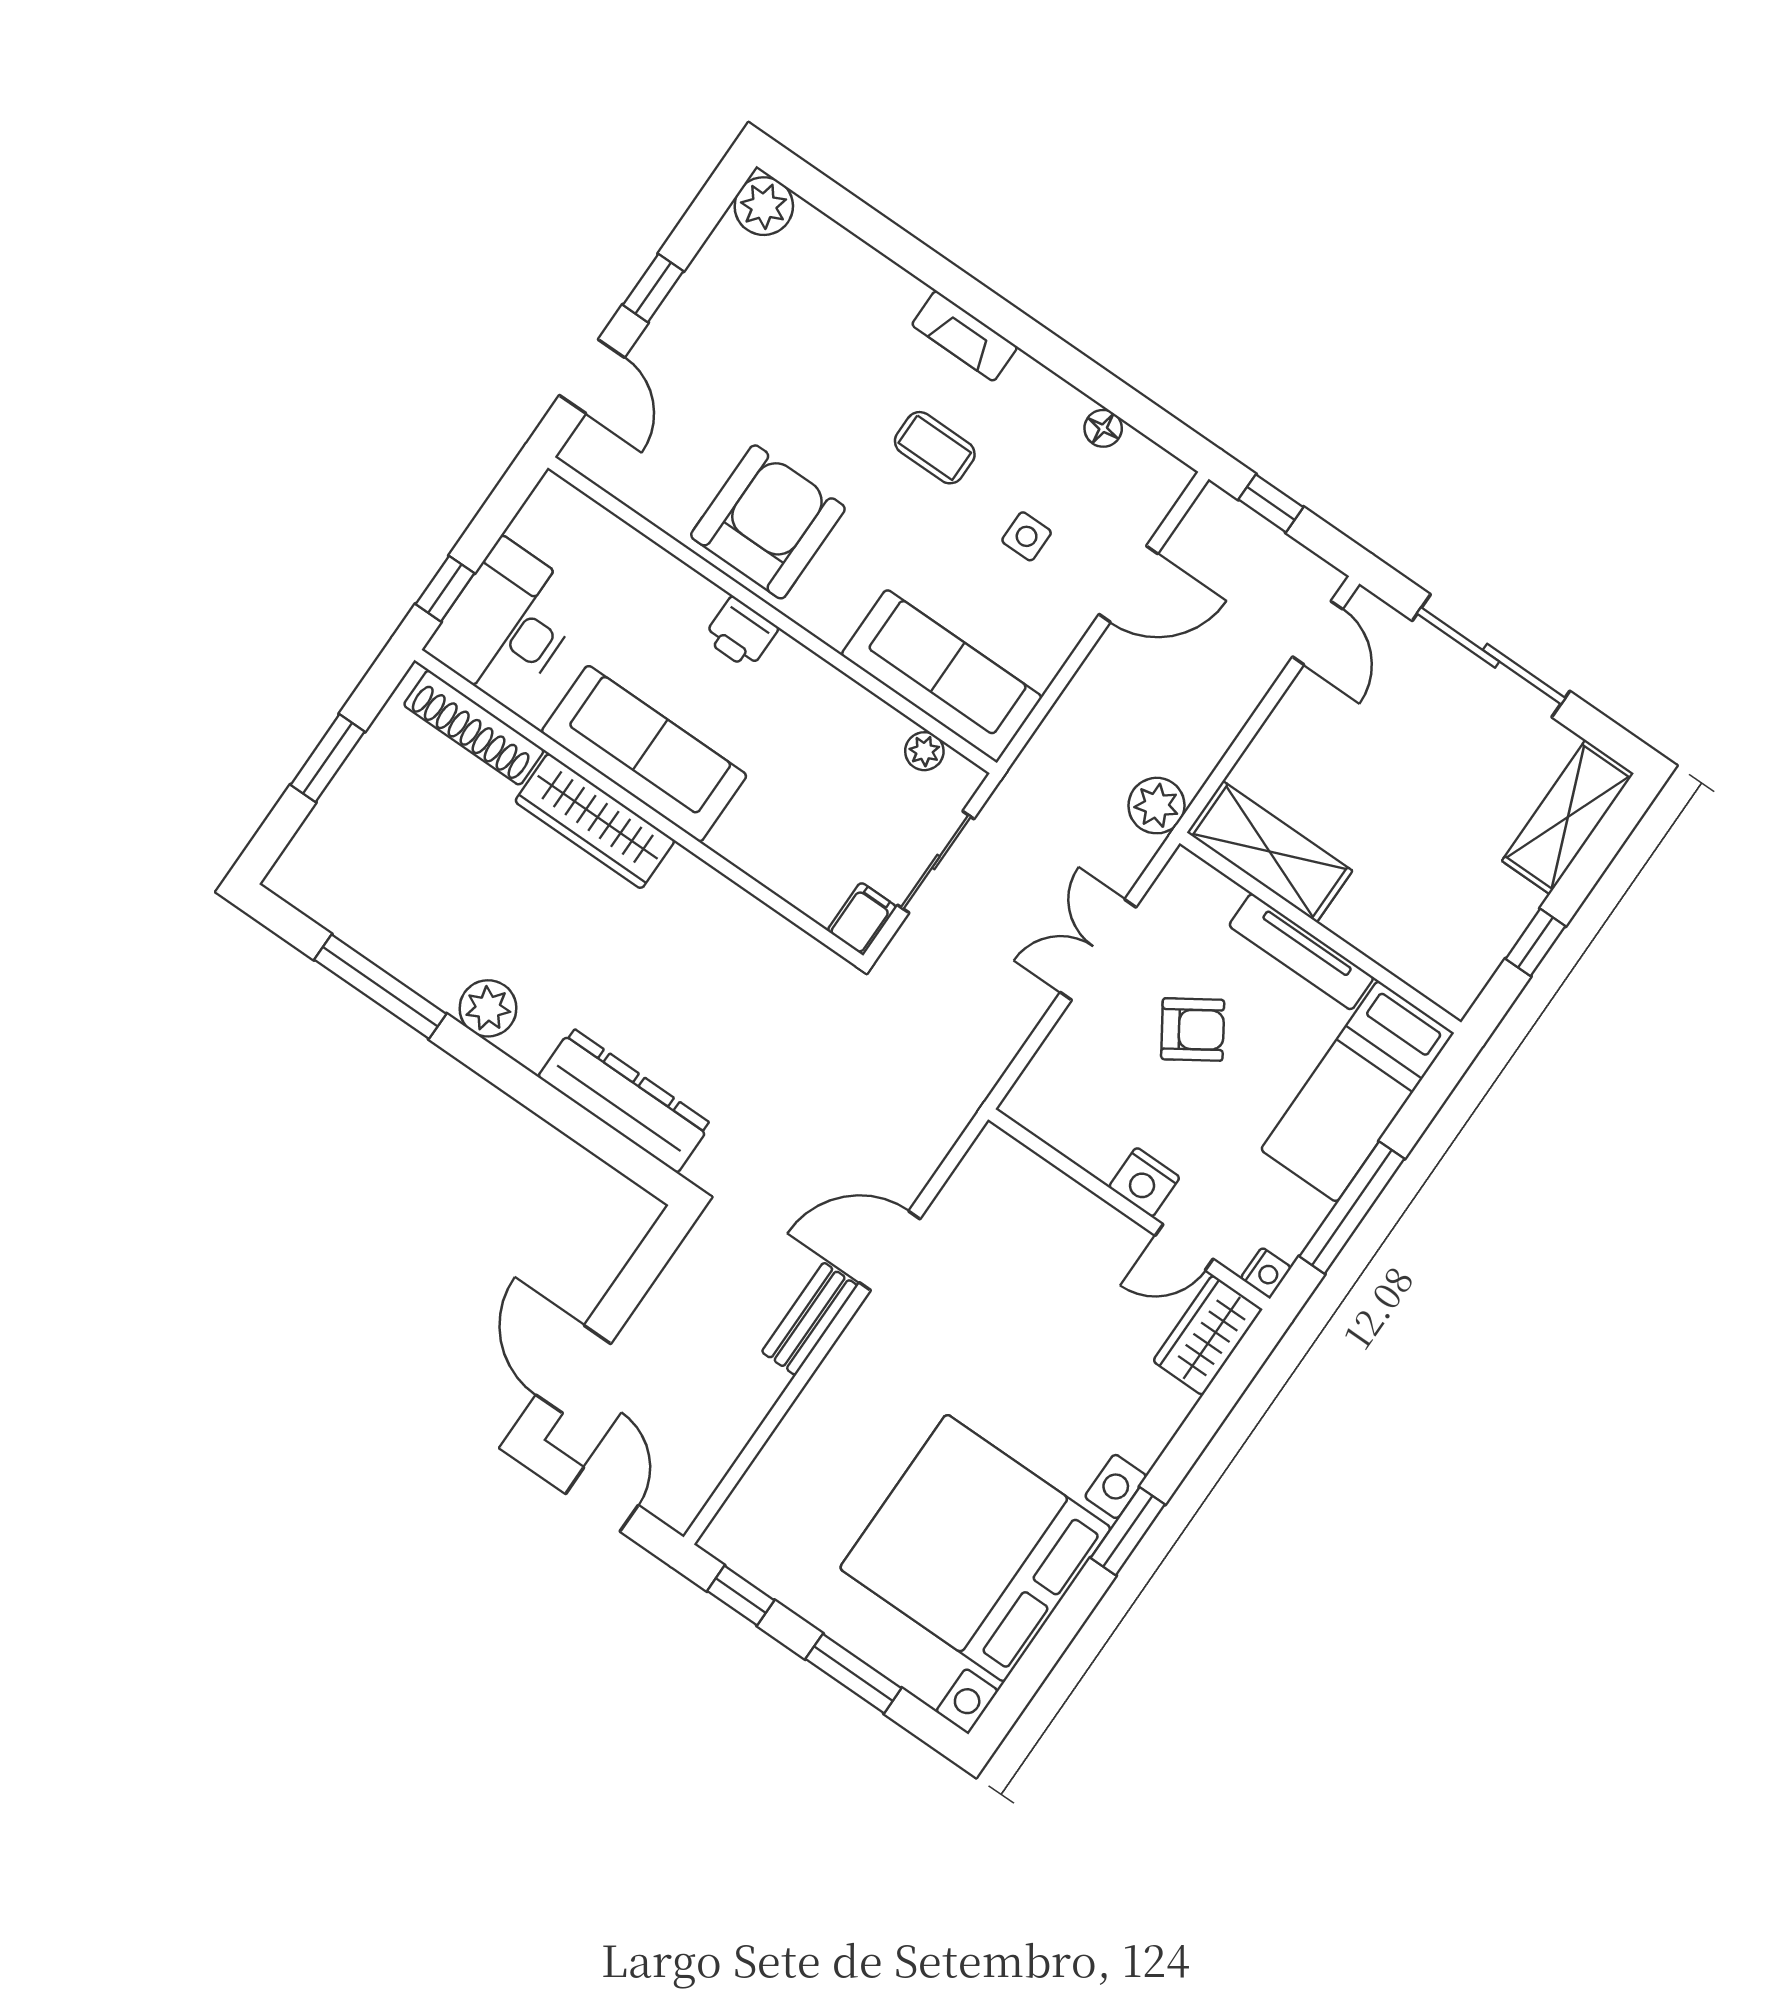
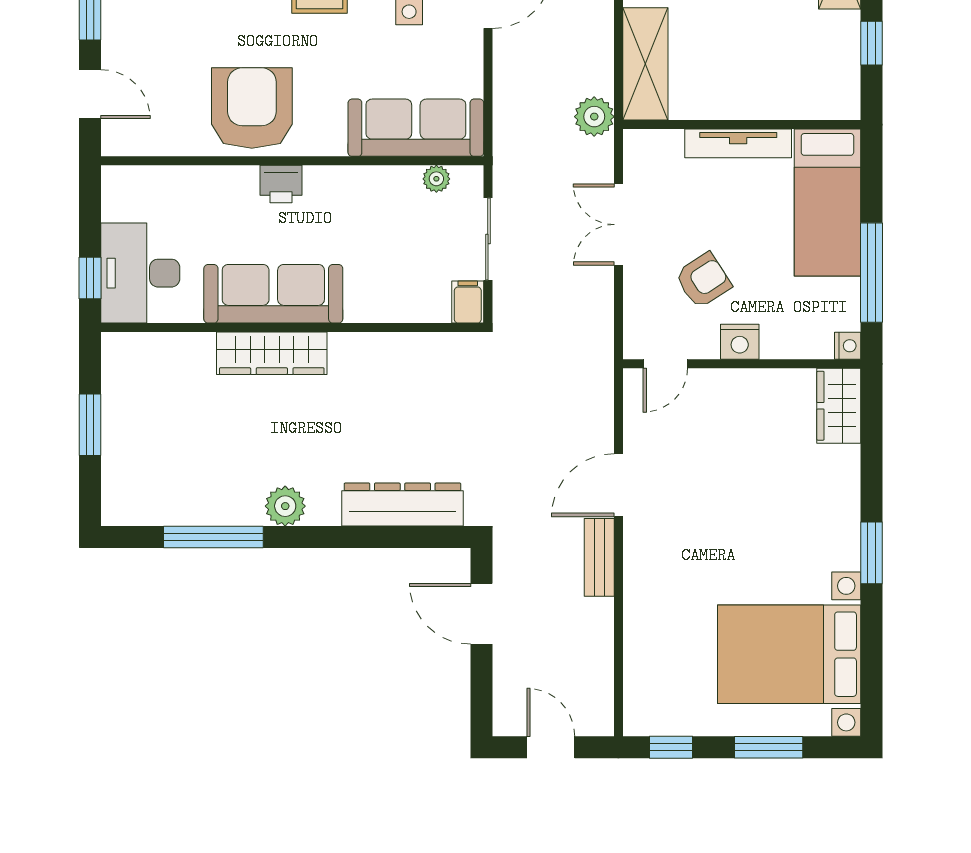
shoe rack: (474, 728) -> (163, 348), removed
shelving: (1270, 852) -> (645, 64), moved, turned 90
armchair: (1193, 1029) -> (703, 280), moved
door: (1184, 1247) -> (665, 364), moved
door: (573, 1369) -> (481, 614), moved
bed with nightstands: (975, 1548) -> (789, 654), width x0.73

